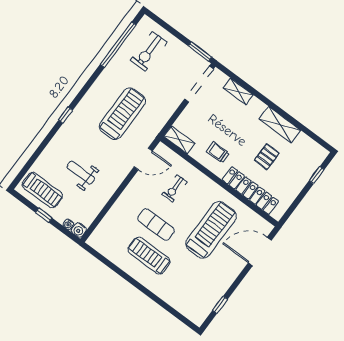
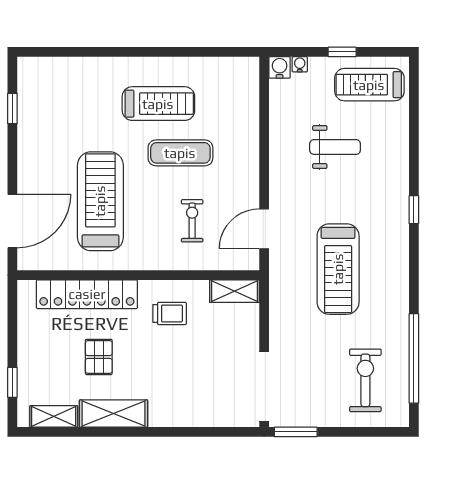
shelving: (238, 91) -> (54, 416), moved
treadmill: (211, 230) -> (100, 201), turned 180

